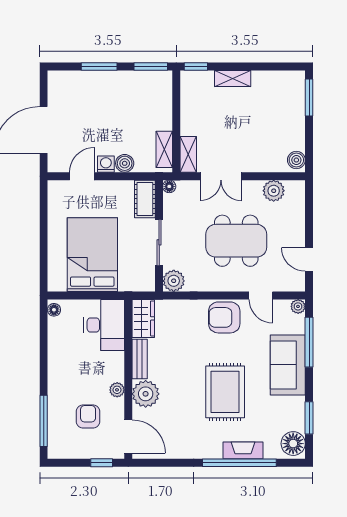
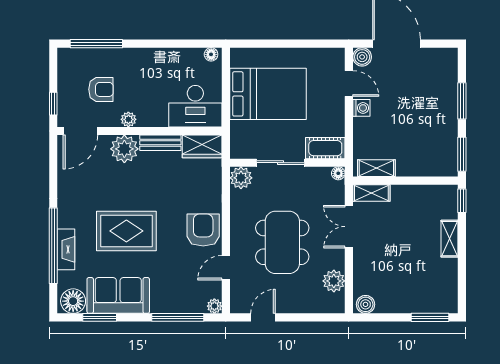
boiler: (125, 163) -> (362, 57), moved
sofa: (288, 365) -> (118, 295), moved

